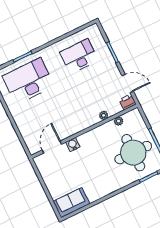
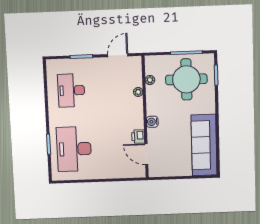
printer: (127, 102) -> (138, 137), moved
water cooler: (73, 144) -> (152, 122), moved
sofa: (71, 203) -> (204, 145), width x1.85, depth x1.27

